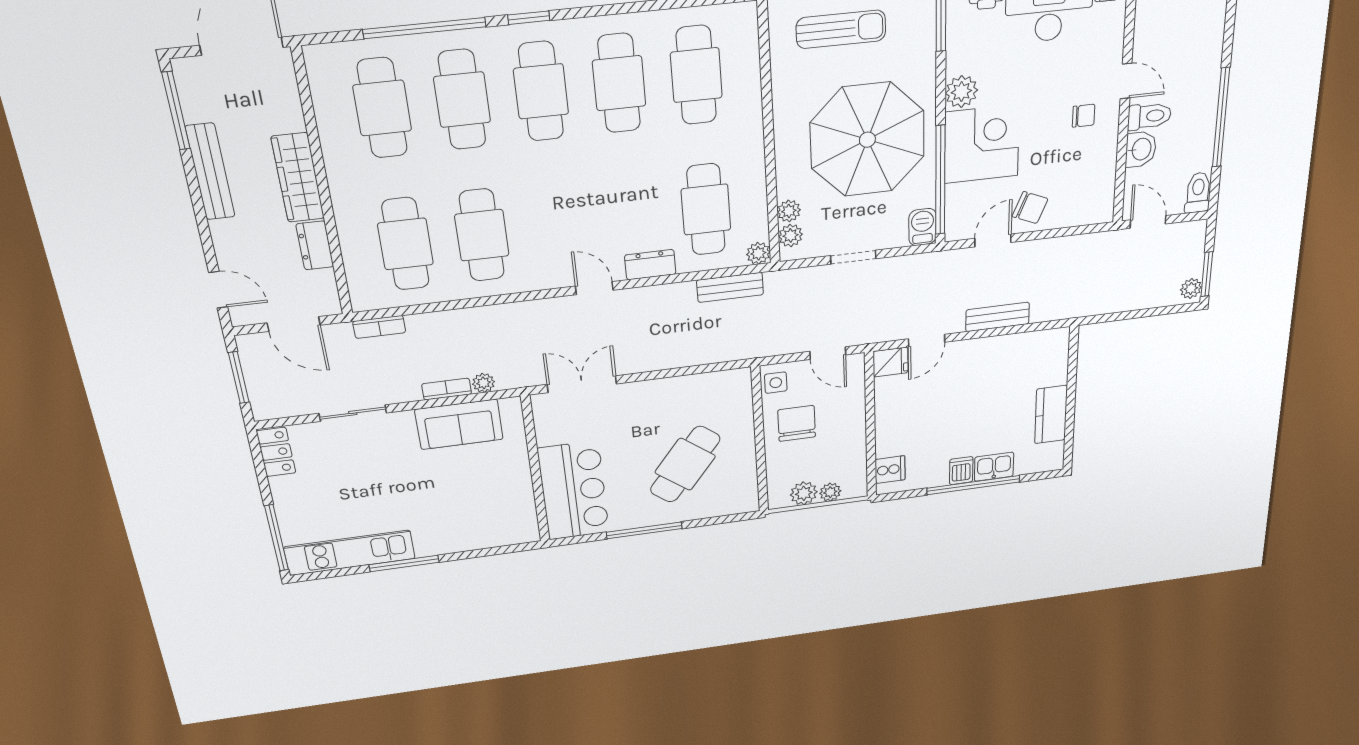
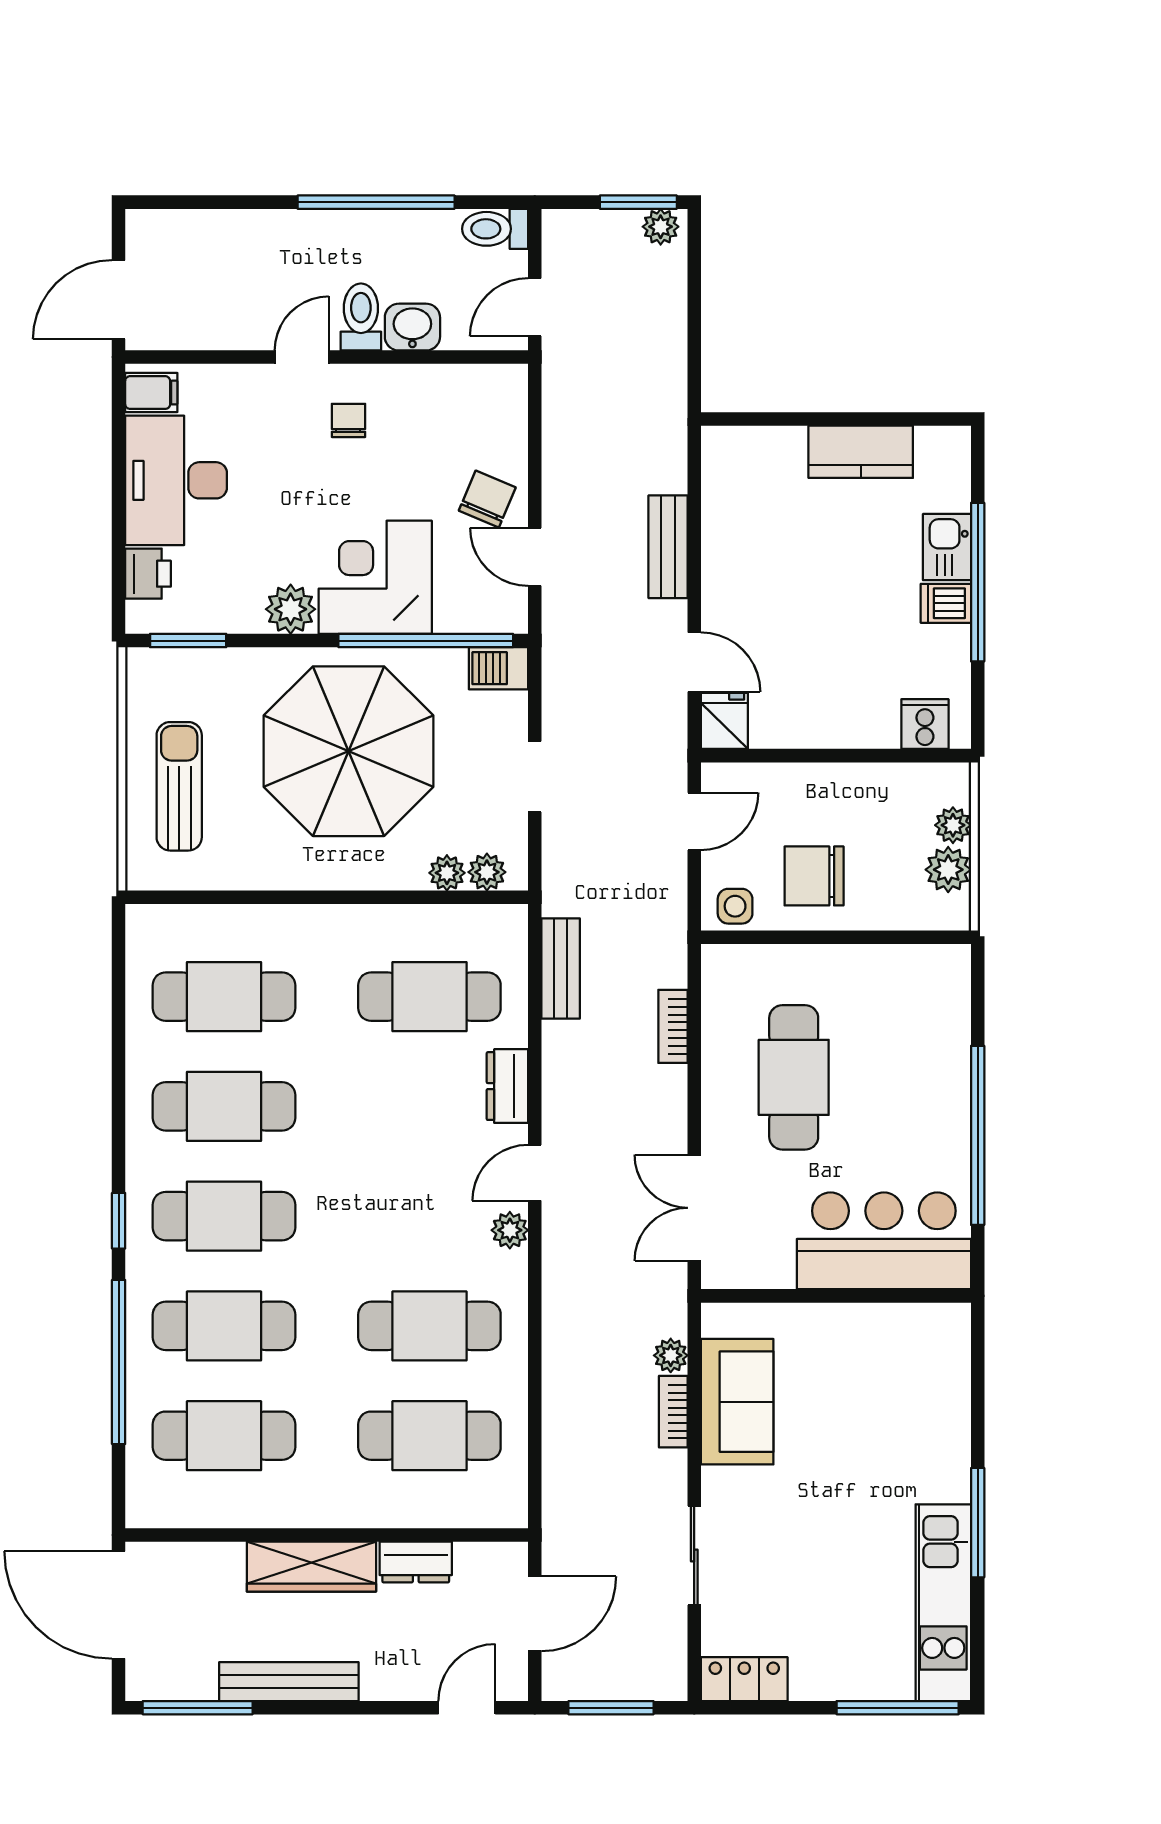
plant: (758, 253) -> (510, 1230), moved
bookcase: (379, 327) -> (673, 1026), moved, turned 180
cafe table: (685, 464) -> (794, 1077), moved, turned 52
window: (644, 530) -> (978, 1135), width x1.46

